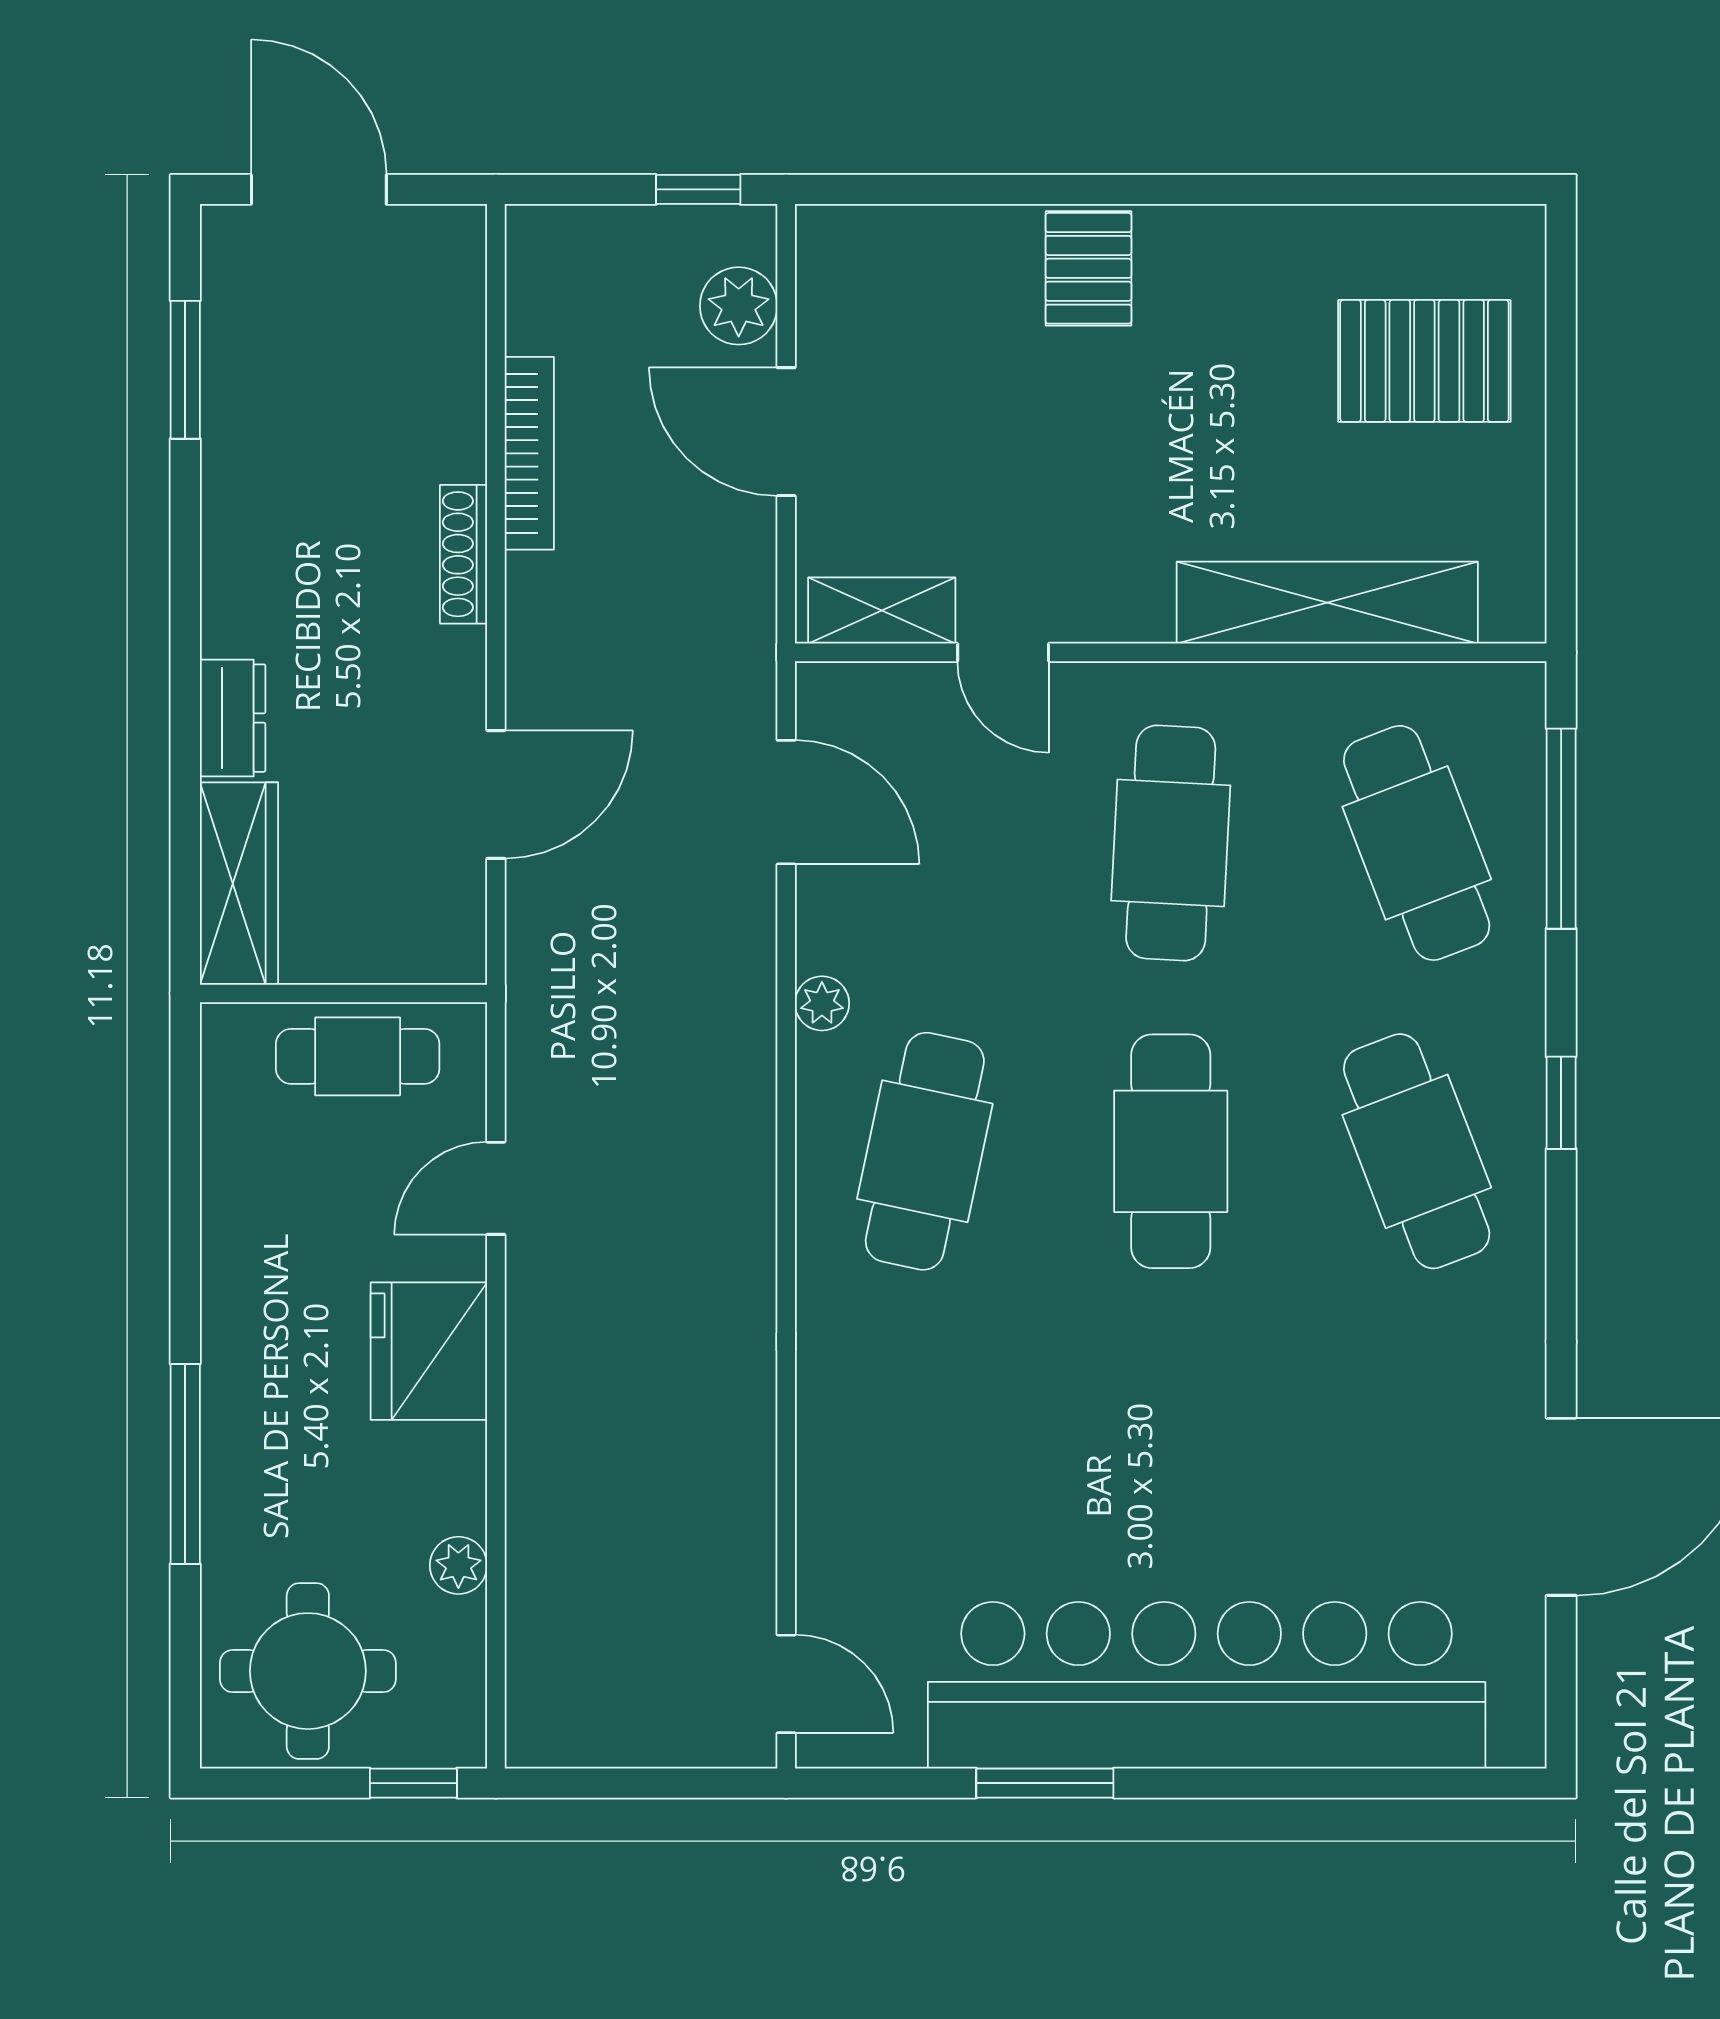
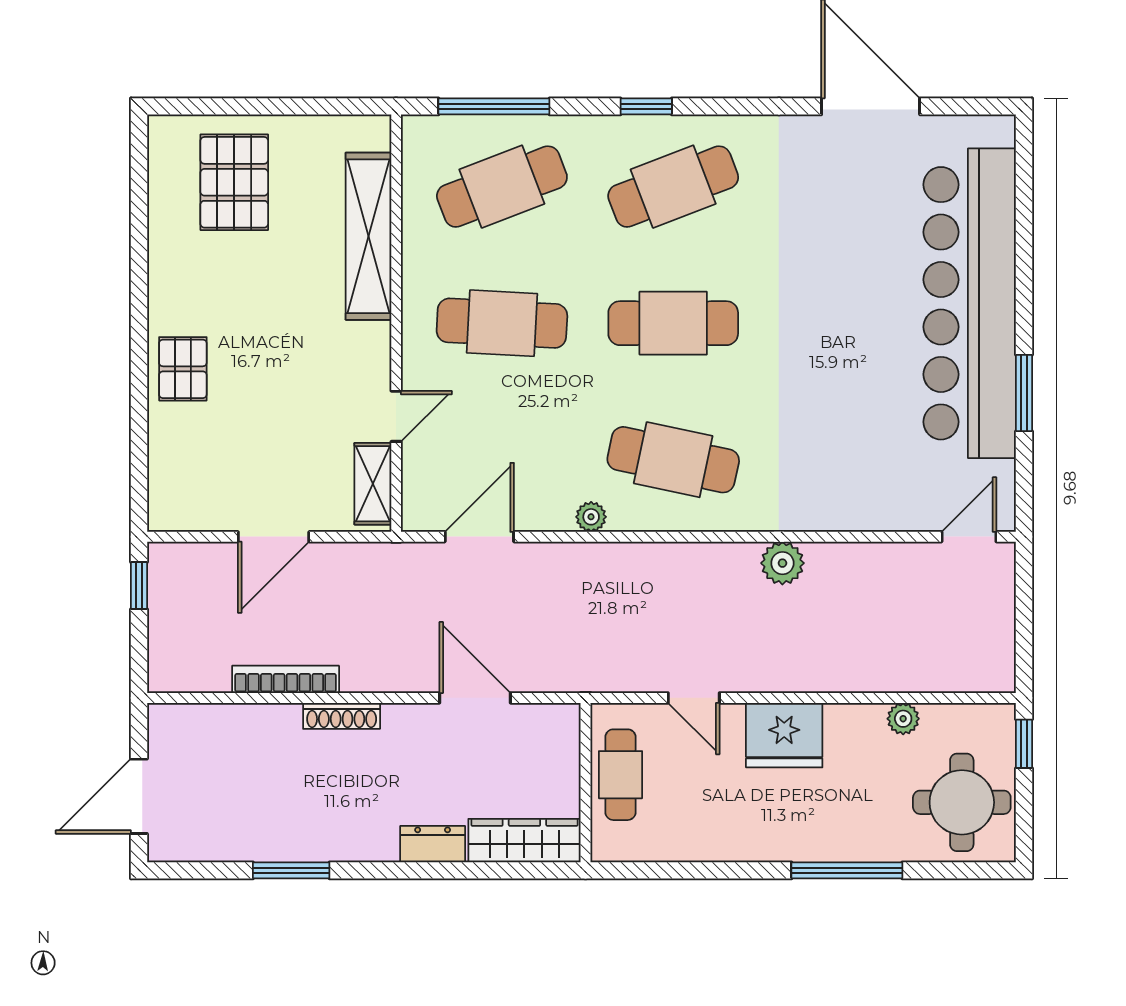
pallet: (1088, 268) -> (183, 369), turned 90
plant: (739, 306) -> (782, 563), moved
window: (185, 370) -> (291, 870), moved

